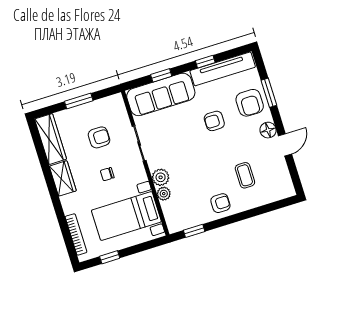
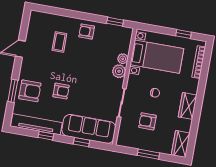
armchair: (250, 103) -> (30, 91), turned 90
floor lamp: (268, 130) -> (27, 65), removed
wardrobe: (51, 139) -> (181, 144), width x0.67

